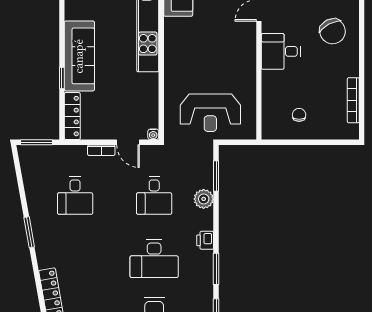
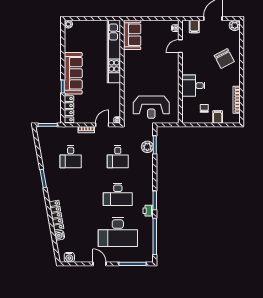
desk: (281, 51) -> (193, 86), moved
filing cabinet: (321, 129) -> (218, 117), added
door: (128, 142) -> (102, 125), swing flipped
plant: (204, 199) -> (147, 147), moved
printer: (205, 240) -> (148, 211), moved

